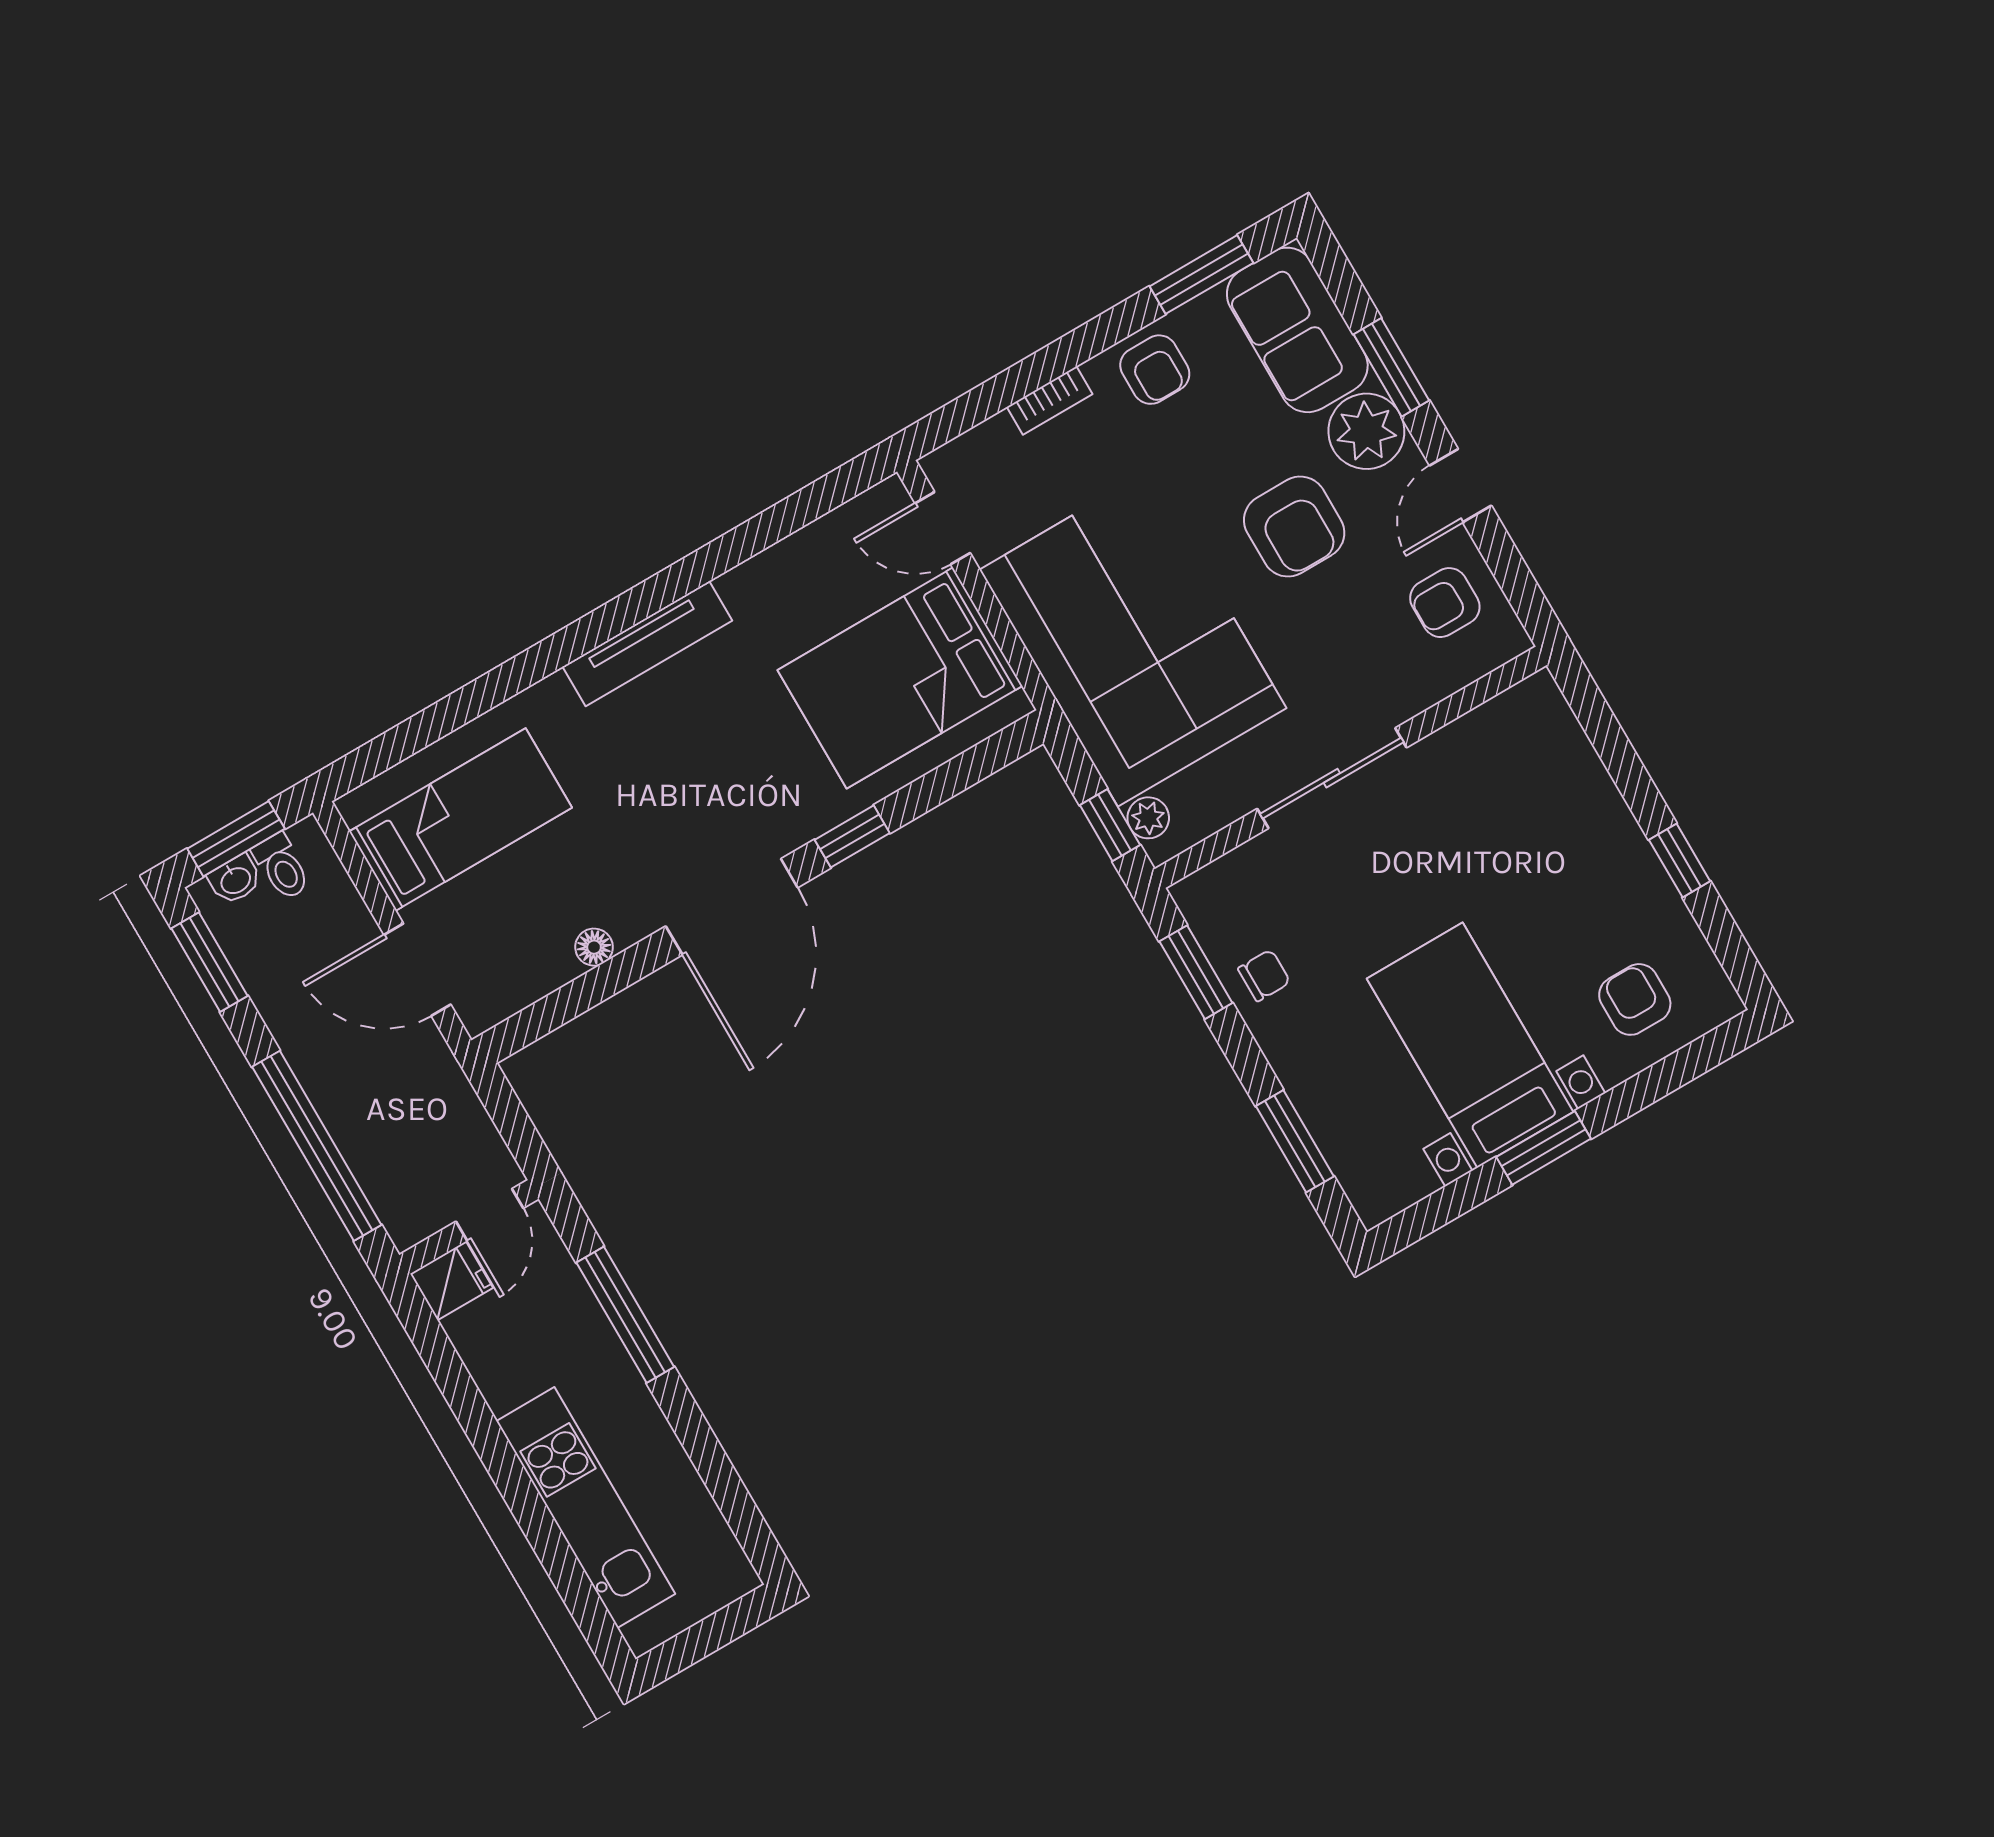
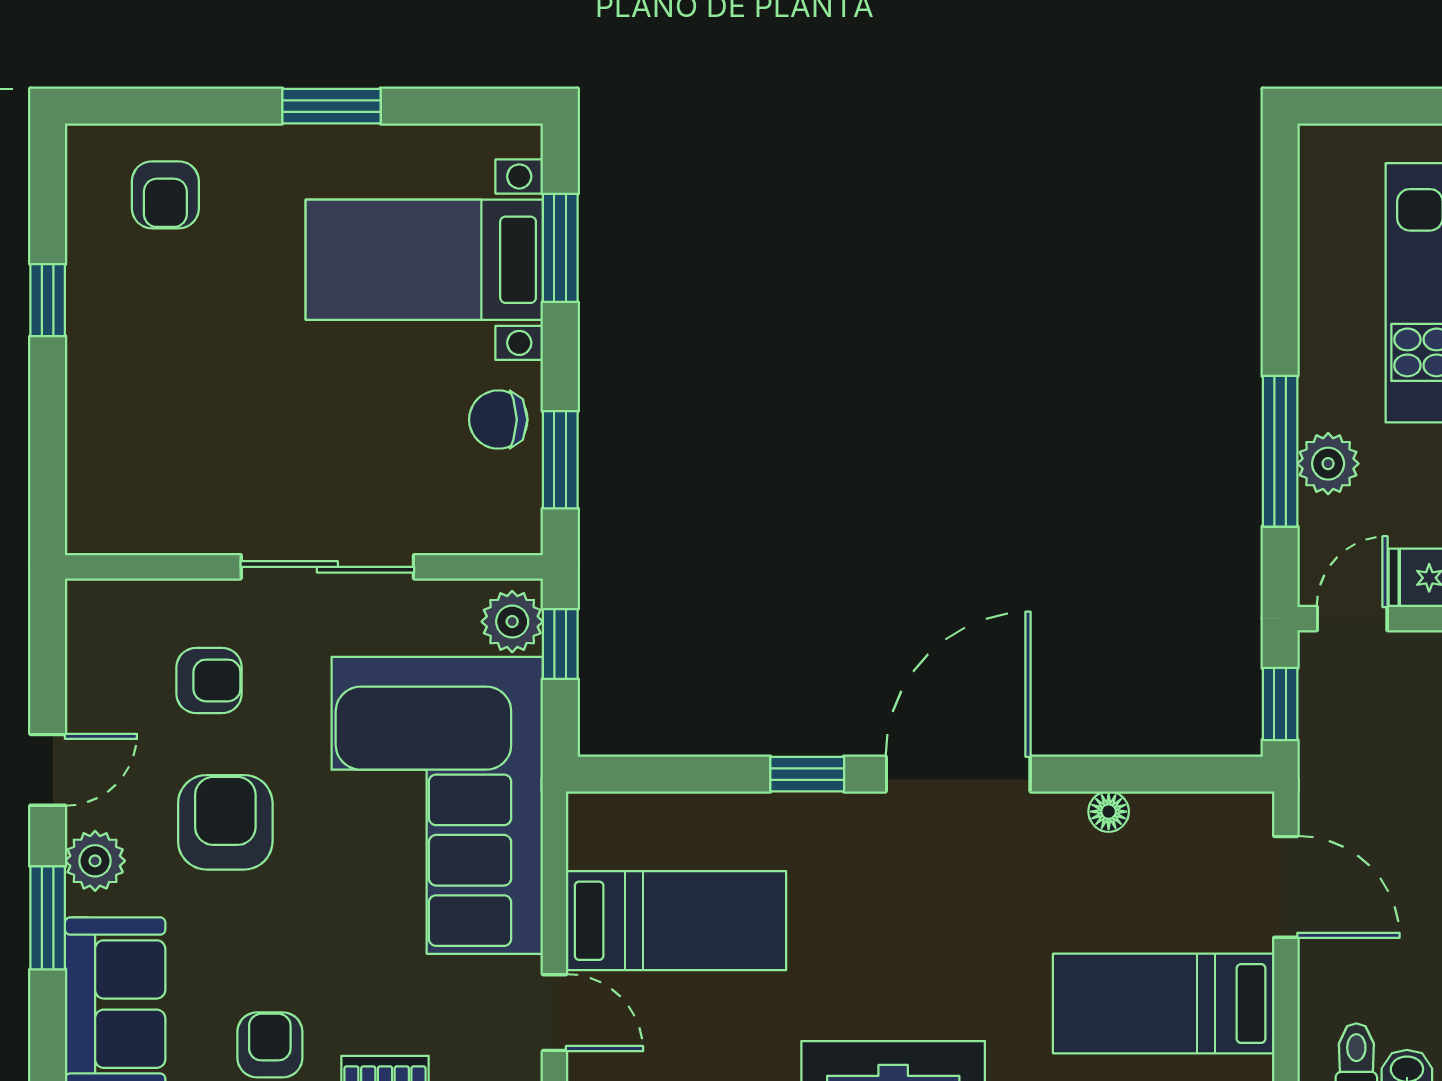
plant: (1366, 431) -> (95, 861), width x0.73, depth x0.73
armchair: (1445, 603) -> (209, 680), moved
bed: (900, 678) -> (676, 921), width x0.67
plant: (1148, 818) -> (512, 622), width x1.38, depth x1.38
chair: (1264, 975) -> (498, 420), width x1.37, depth x1.37
bed with nightstands: (1470, 1045) -> (424, 260), moved, turned 90
window: (507, 1113) -> (1280, 704), added
plant: (581, 1327) -> (1328, 464), added

